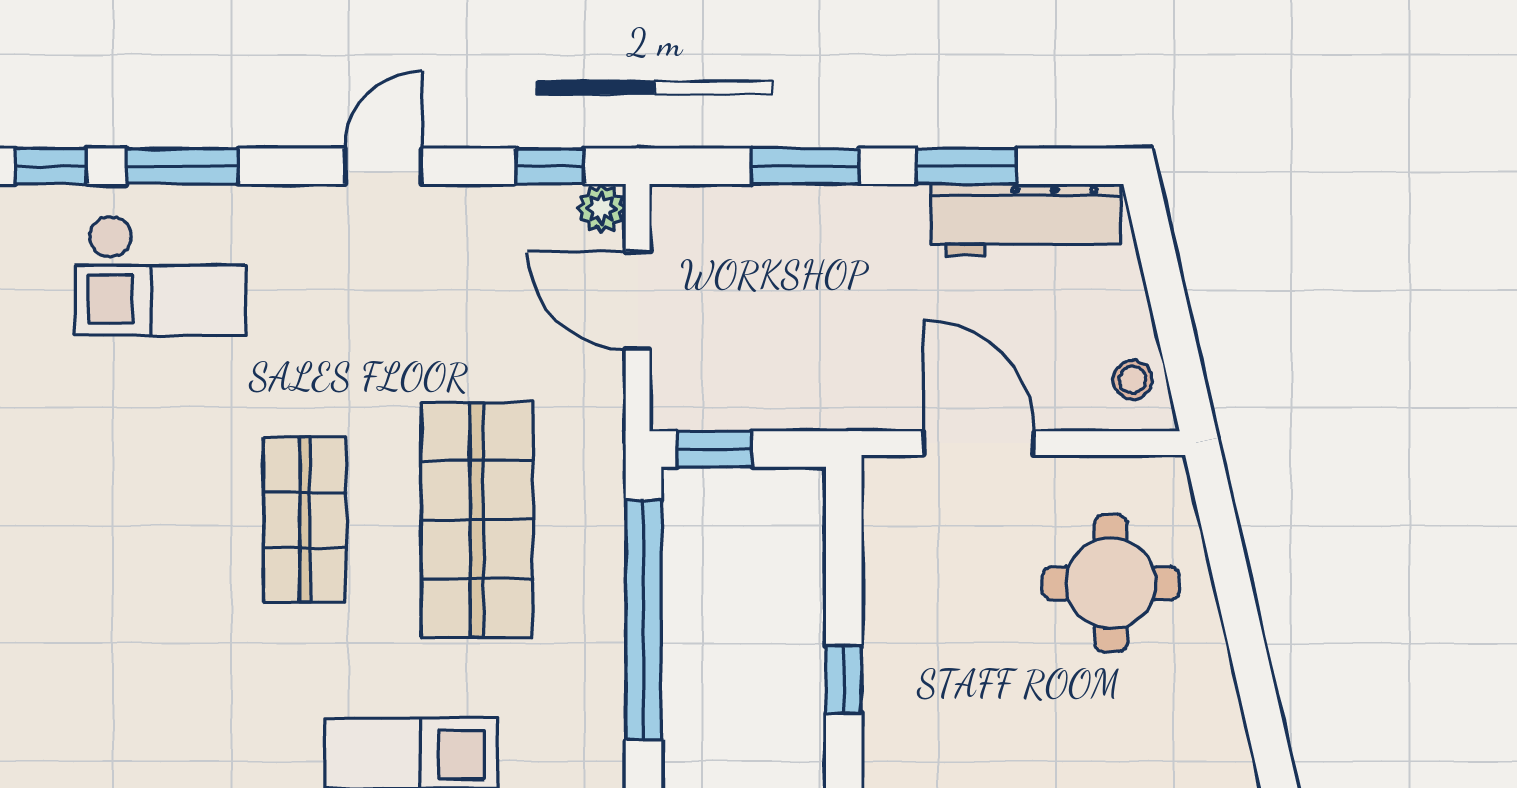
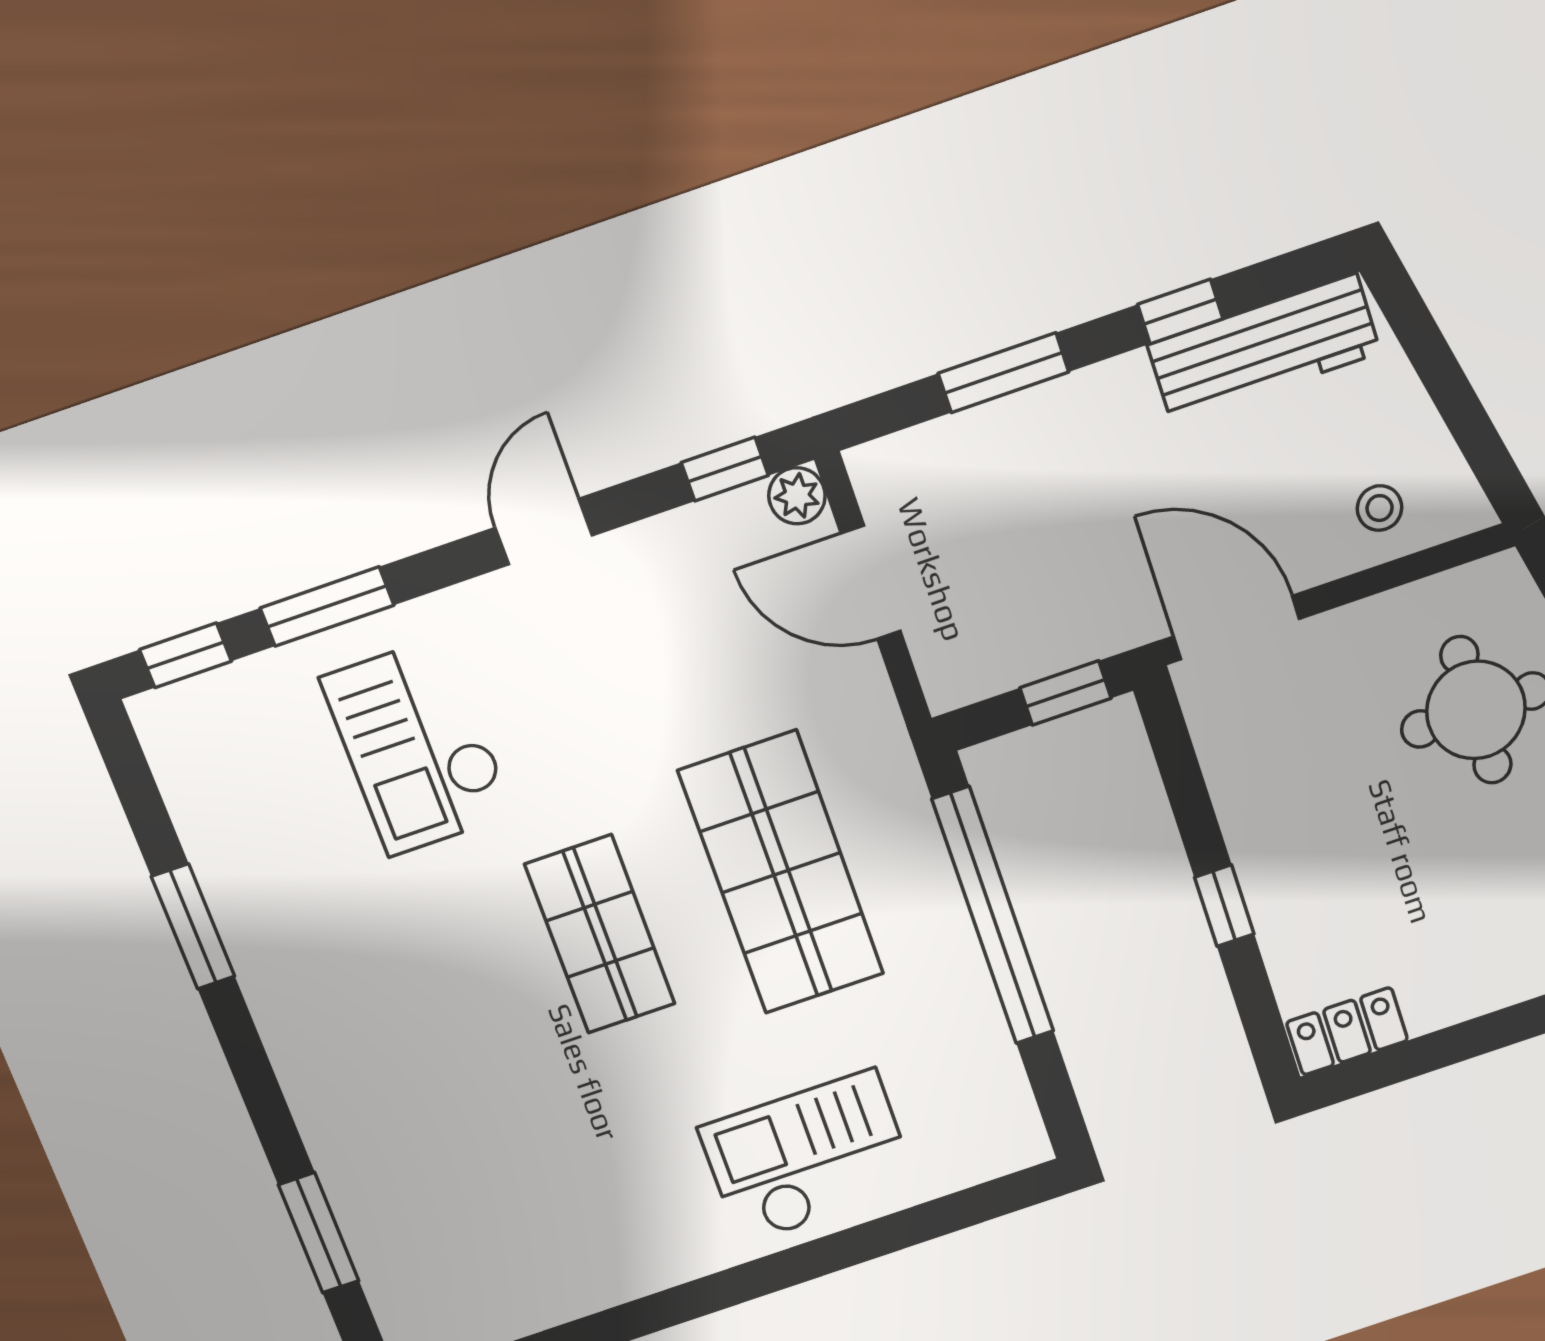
window: (966, 166) -> (1180, 312), width x0.67
checkout: (160, 275) -> (418, 746), moved, turned 90
stool: (1132, 380) -> (1380, 508), moved
door: (979, 443) -> (1237, 628), moved
window: (714, 449) -> (1065, 693), moved

